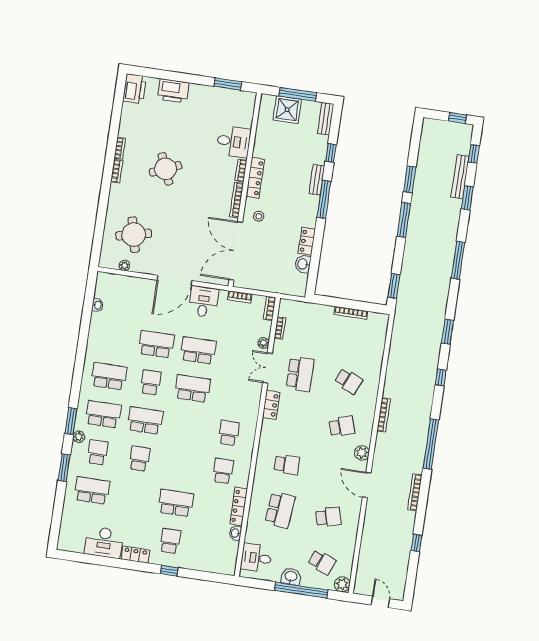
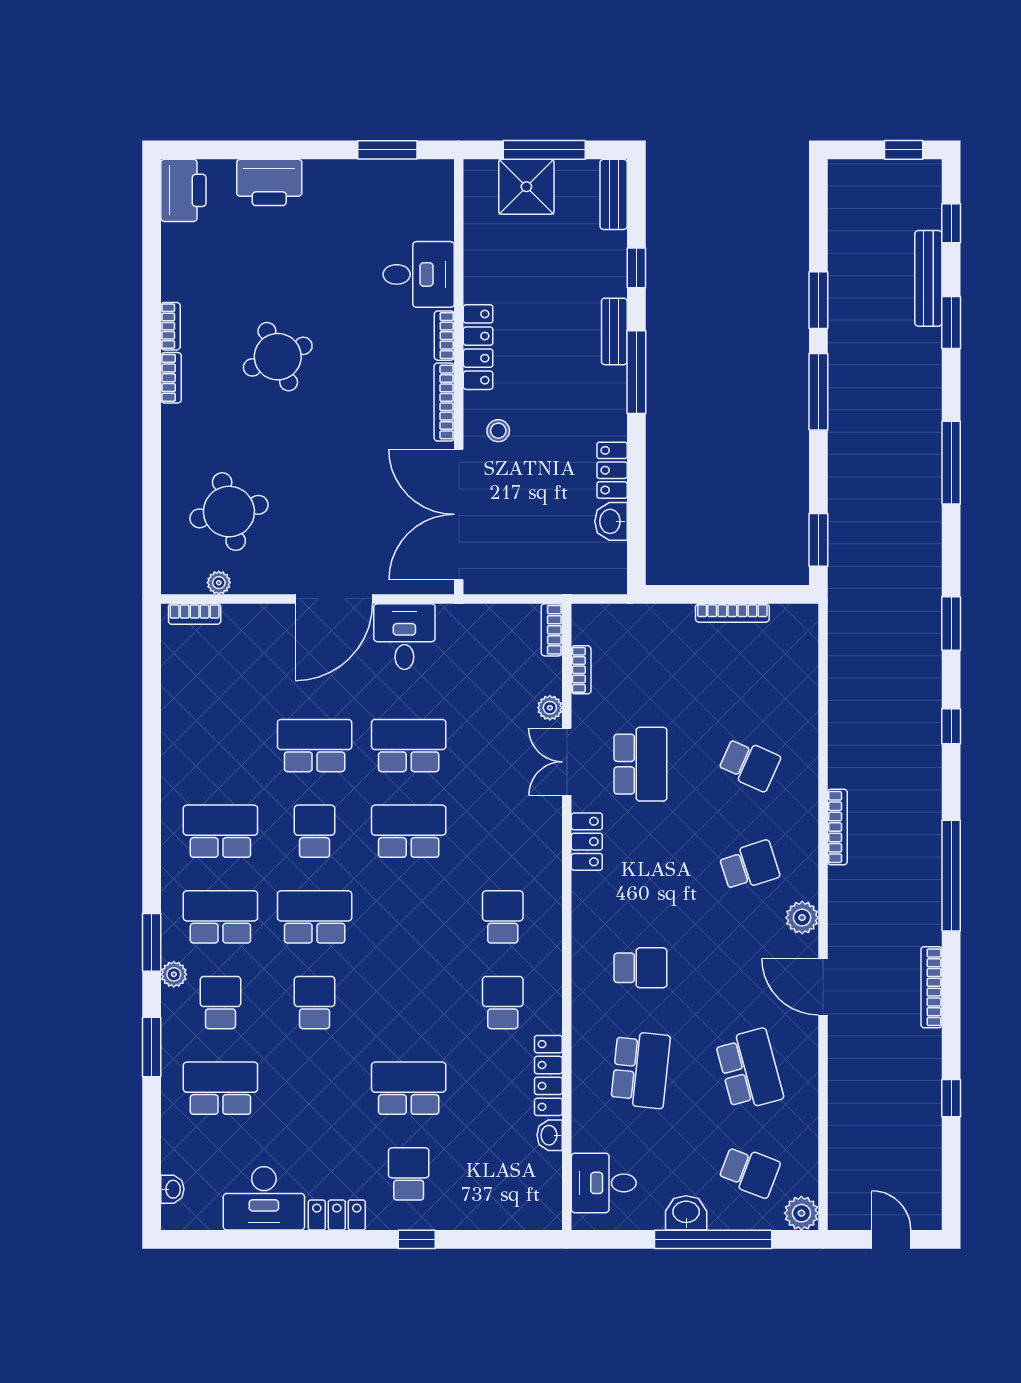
bookcase: (240, 297) -> (195, 614), moved
washbasin: (97, 305) -> (172, 1189), moved
school desk: (328, 517) -> (749, 1070), width x1.85

